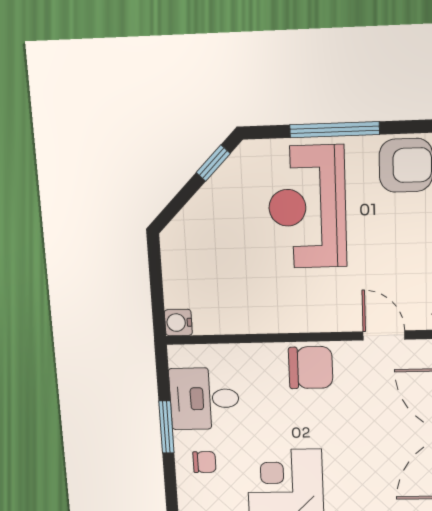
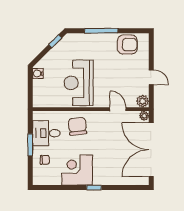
reception desk: (307, 207) -> (79, 83), moved
water cooler: (178, 323) -> (38, 73), moved
chair: (311, 368) -> (77, 126), moved, turned -96

